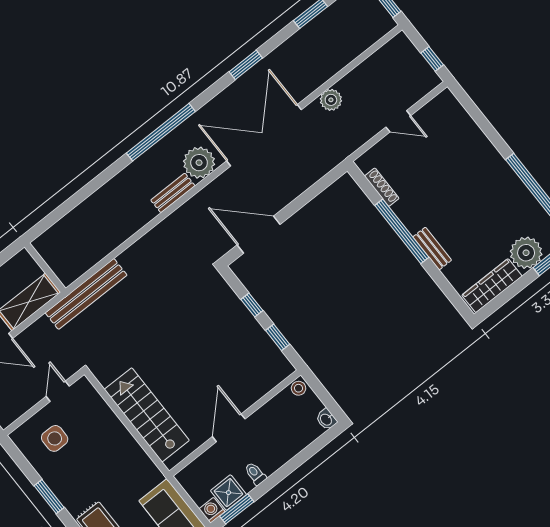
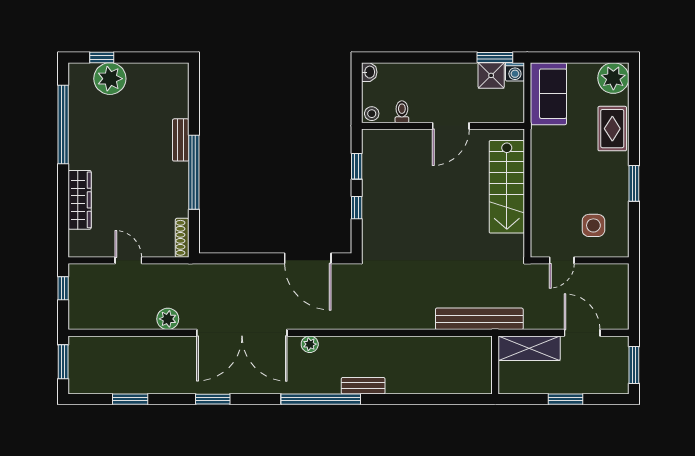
plant: (199, 163) -> (310, 344), width x0.53, depth x0.53
shoe rack: (382, 187) -> (182, 238), moved
bench: (173, 193) -> (363, 386), moved
wardrobe: (492, 286) -> (80, 200), moved, turned -90
toilet: (255, 474) -> (402, 112), moved, turned 180

